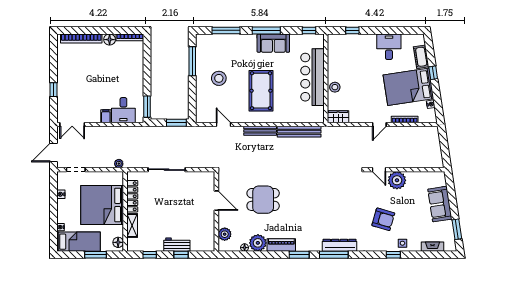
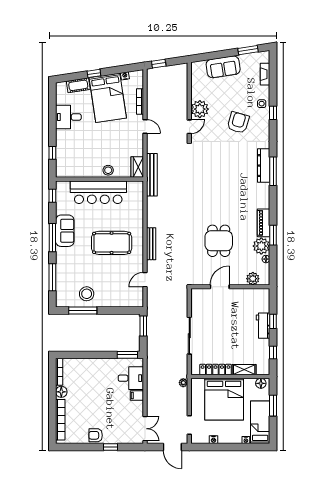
armchair: (65, 74) -> (96, 435), added
stool: (219, 78) -> (87, 294), moved
bench: (299, 132) -> (152, 175), moved
window: (443, 139) -> (159, 64), added
window: (299, 255) -> (273, 235), moved

